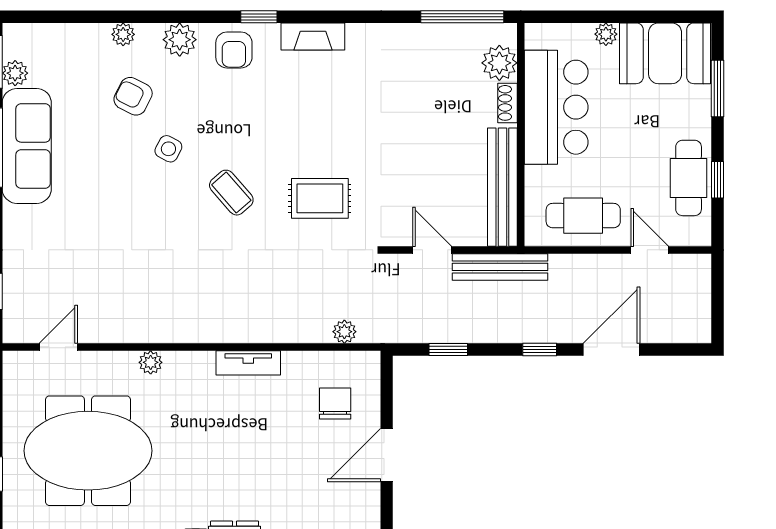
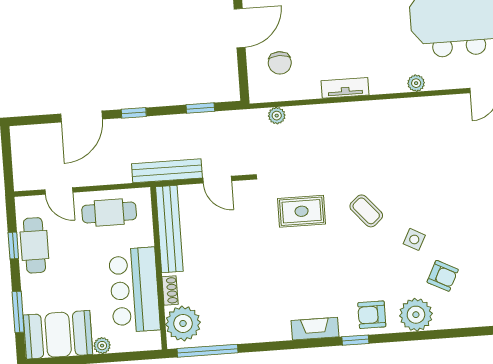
plant: (123, 34) -> (453, 320), removed
plant: (180, 40) -> (416, 315), width x1.36, depth x1.36
armchair: (234, 50) -> (372, 315), turned -90
plant: (499, 63) -> (183, 323), width x1.36, depth x1.36

